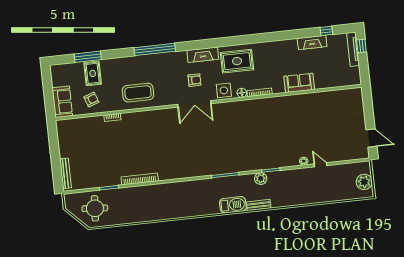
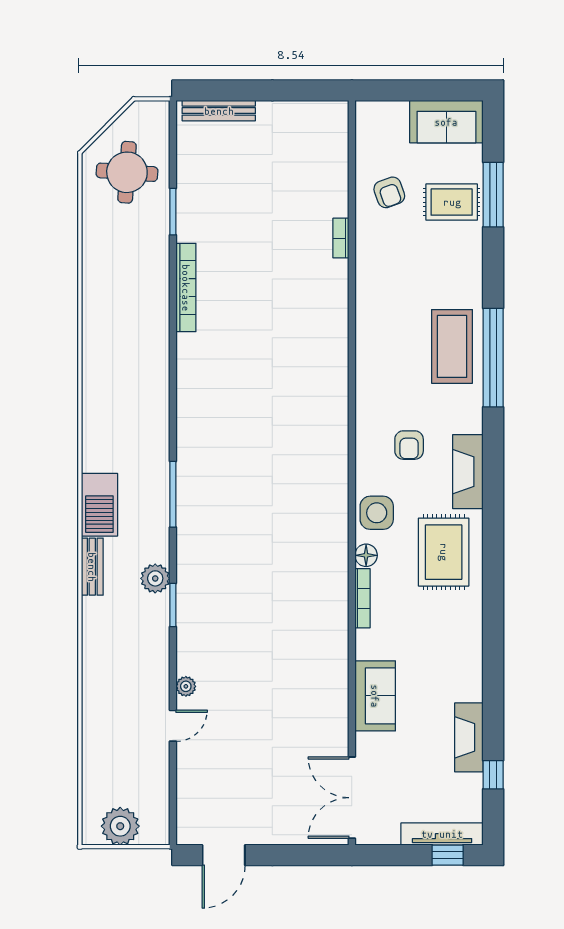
coffee table: (138, 93) -> (452, 346), moved
sofa: (62, 102) -> (446, 122), moved
double door: (194, 104) -> (352, 798), moved

